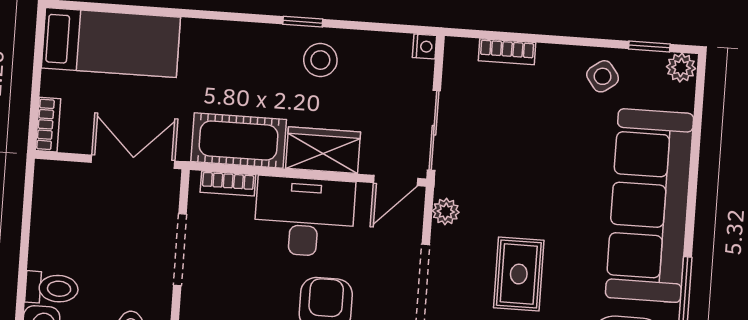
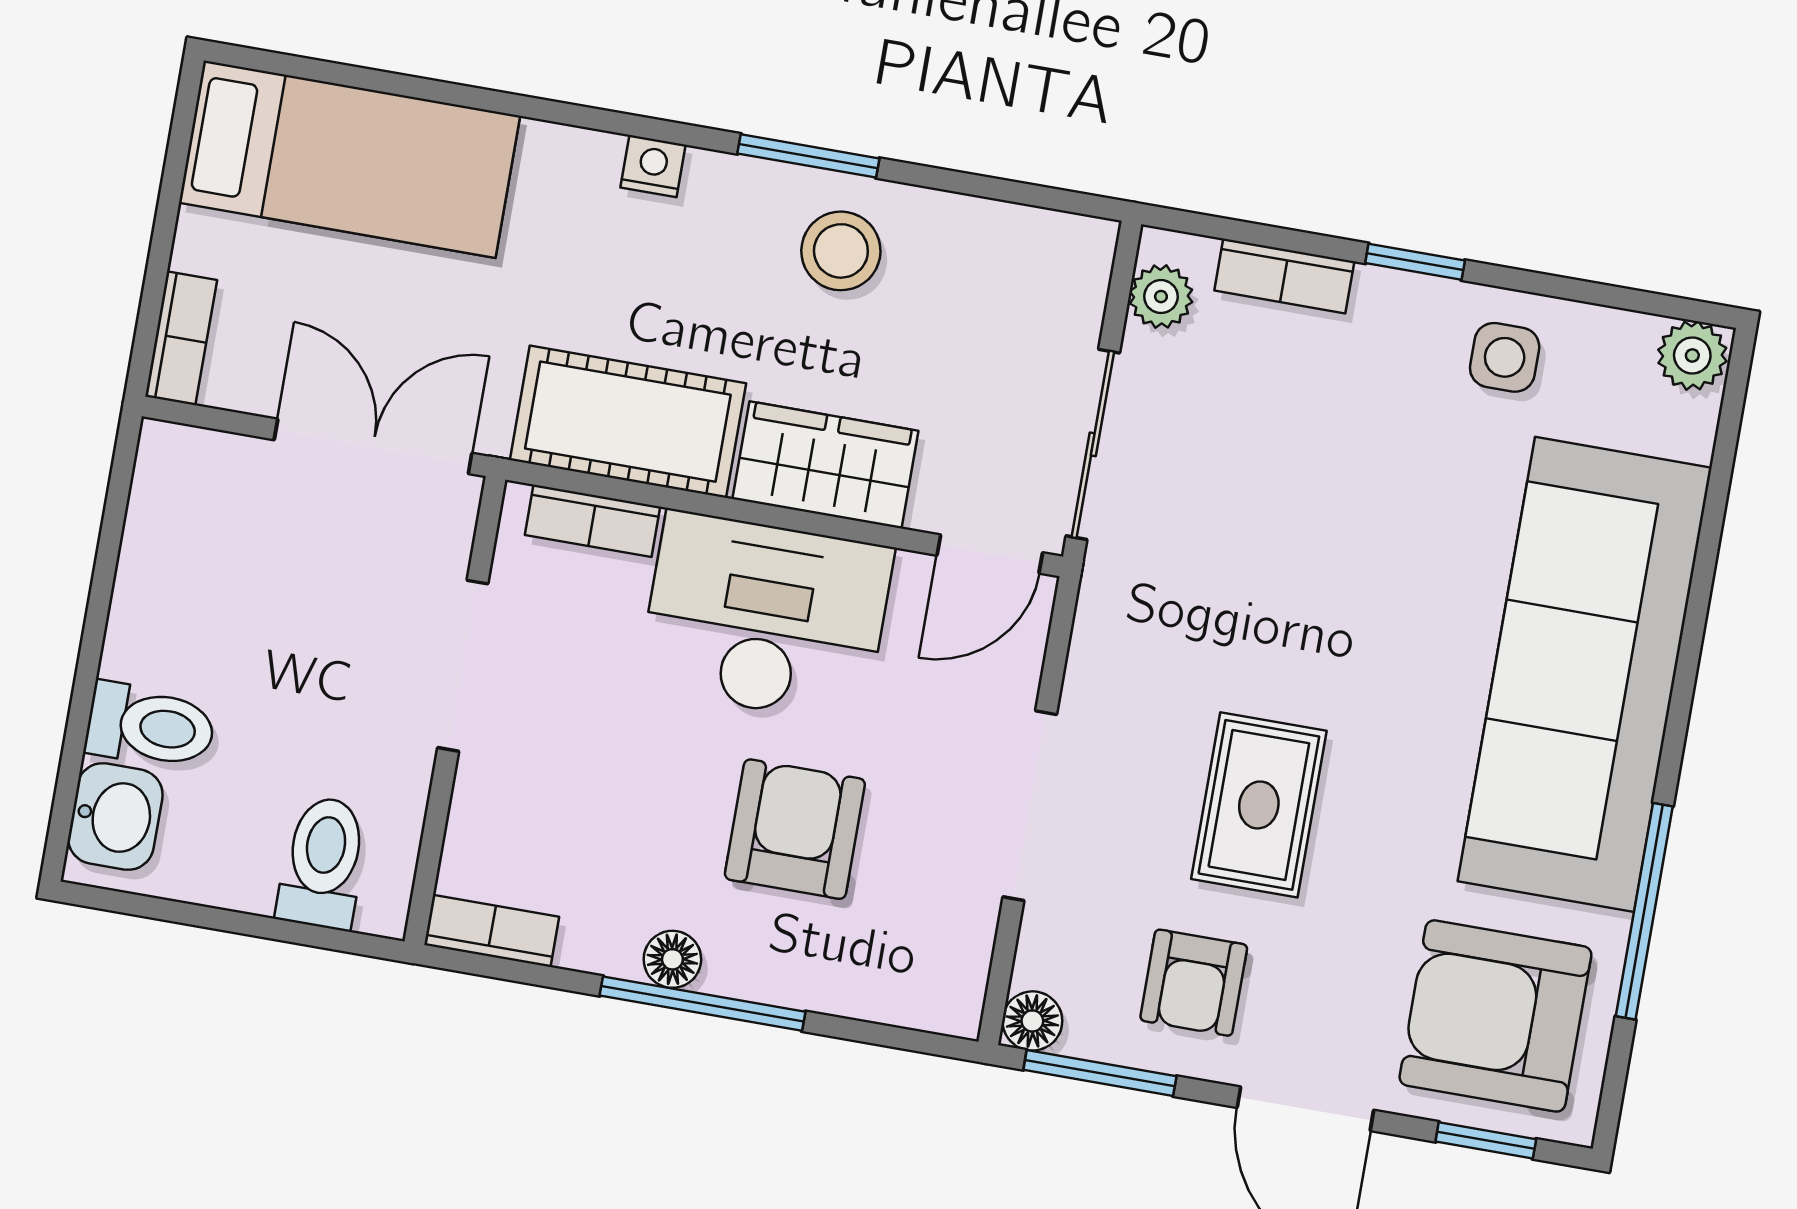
window: (303, 22) -> (808, 156), width x1.50
window: (649, 46) -> (1415, 262), moved
nightstand: (425, 47) -> (653, 166), moved, turned -90
side table: (603, 76) -> (1505, 357), turned 36
plant: (446, 211) -> (1161, 297), moved

